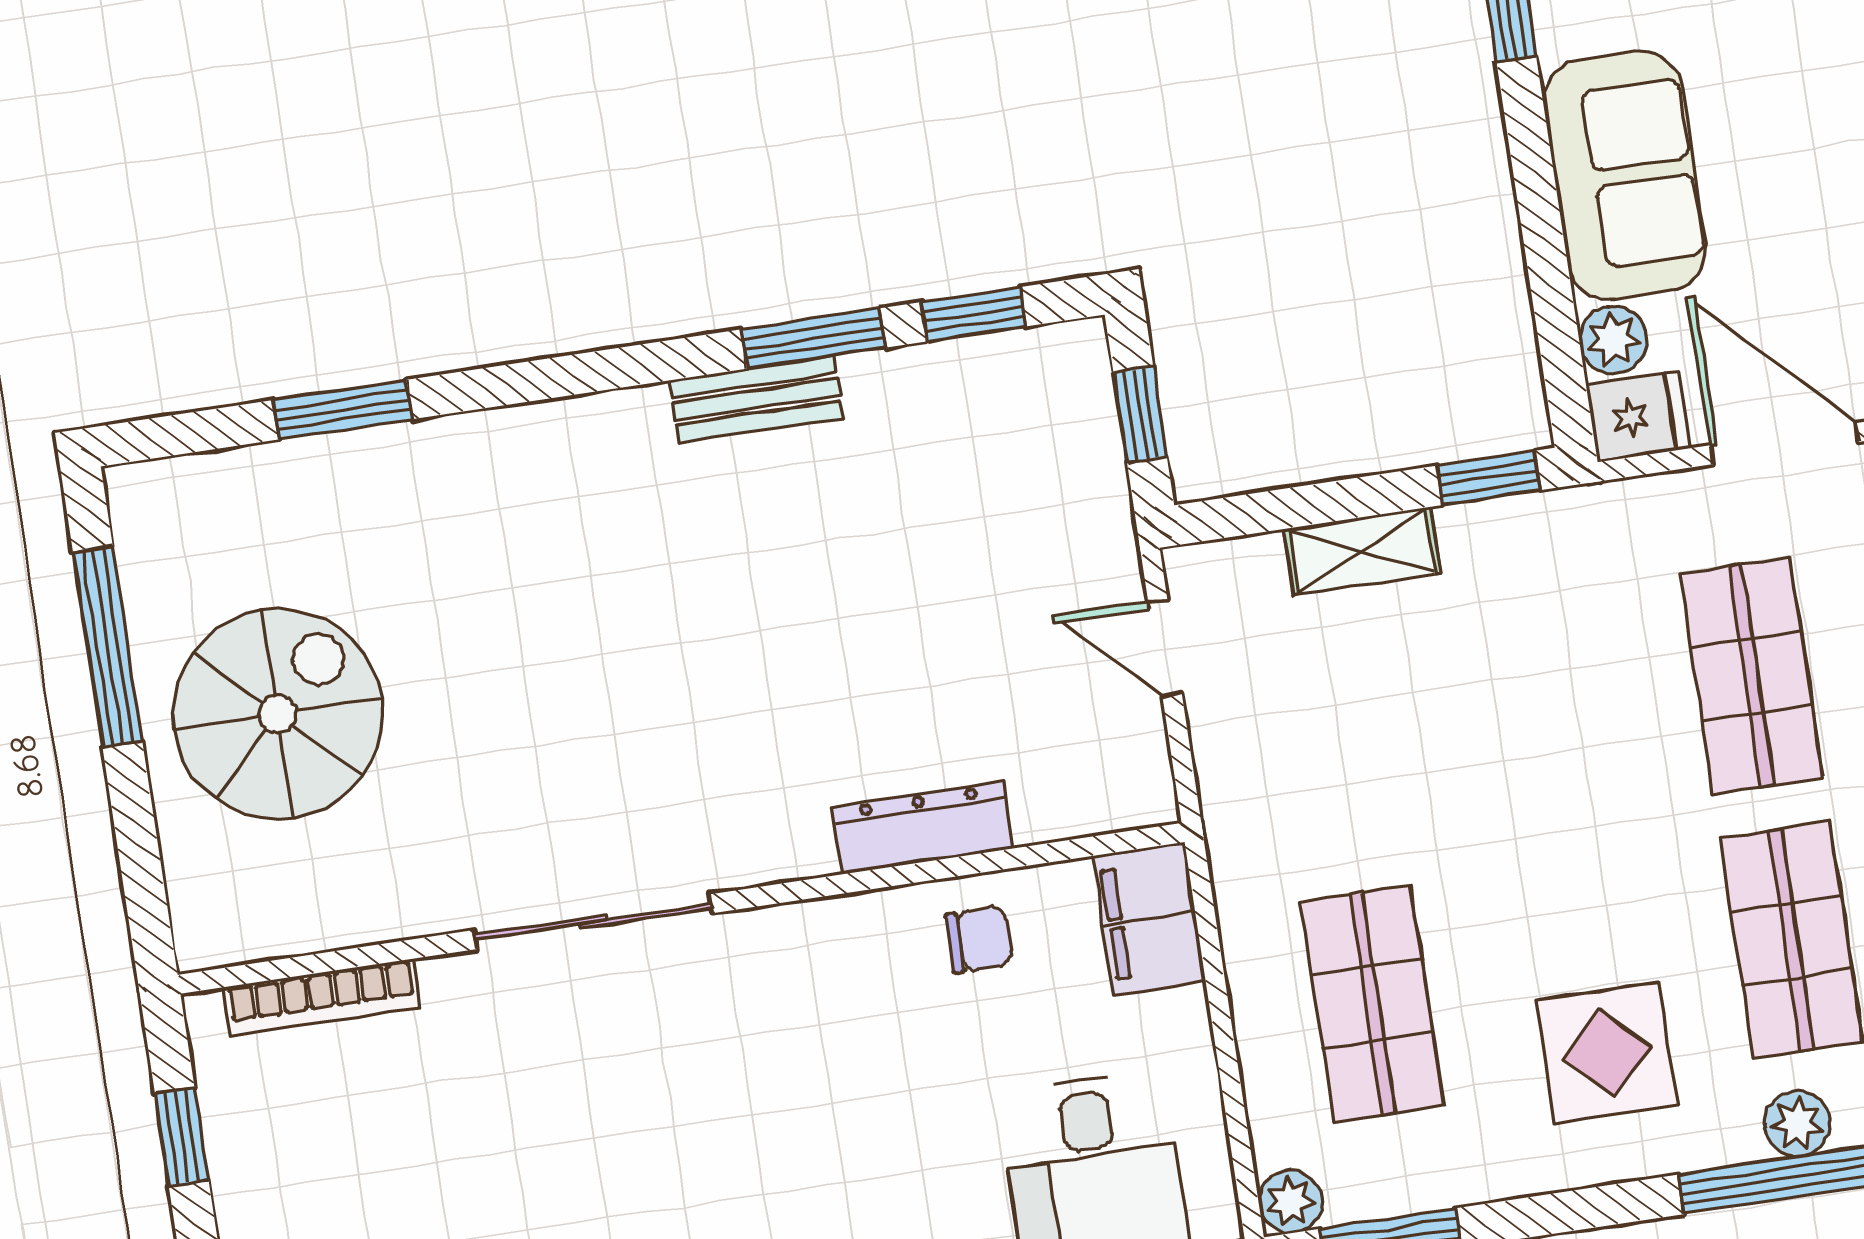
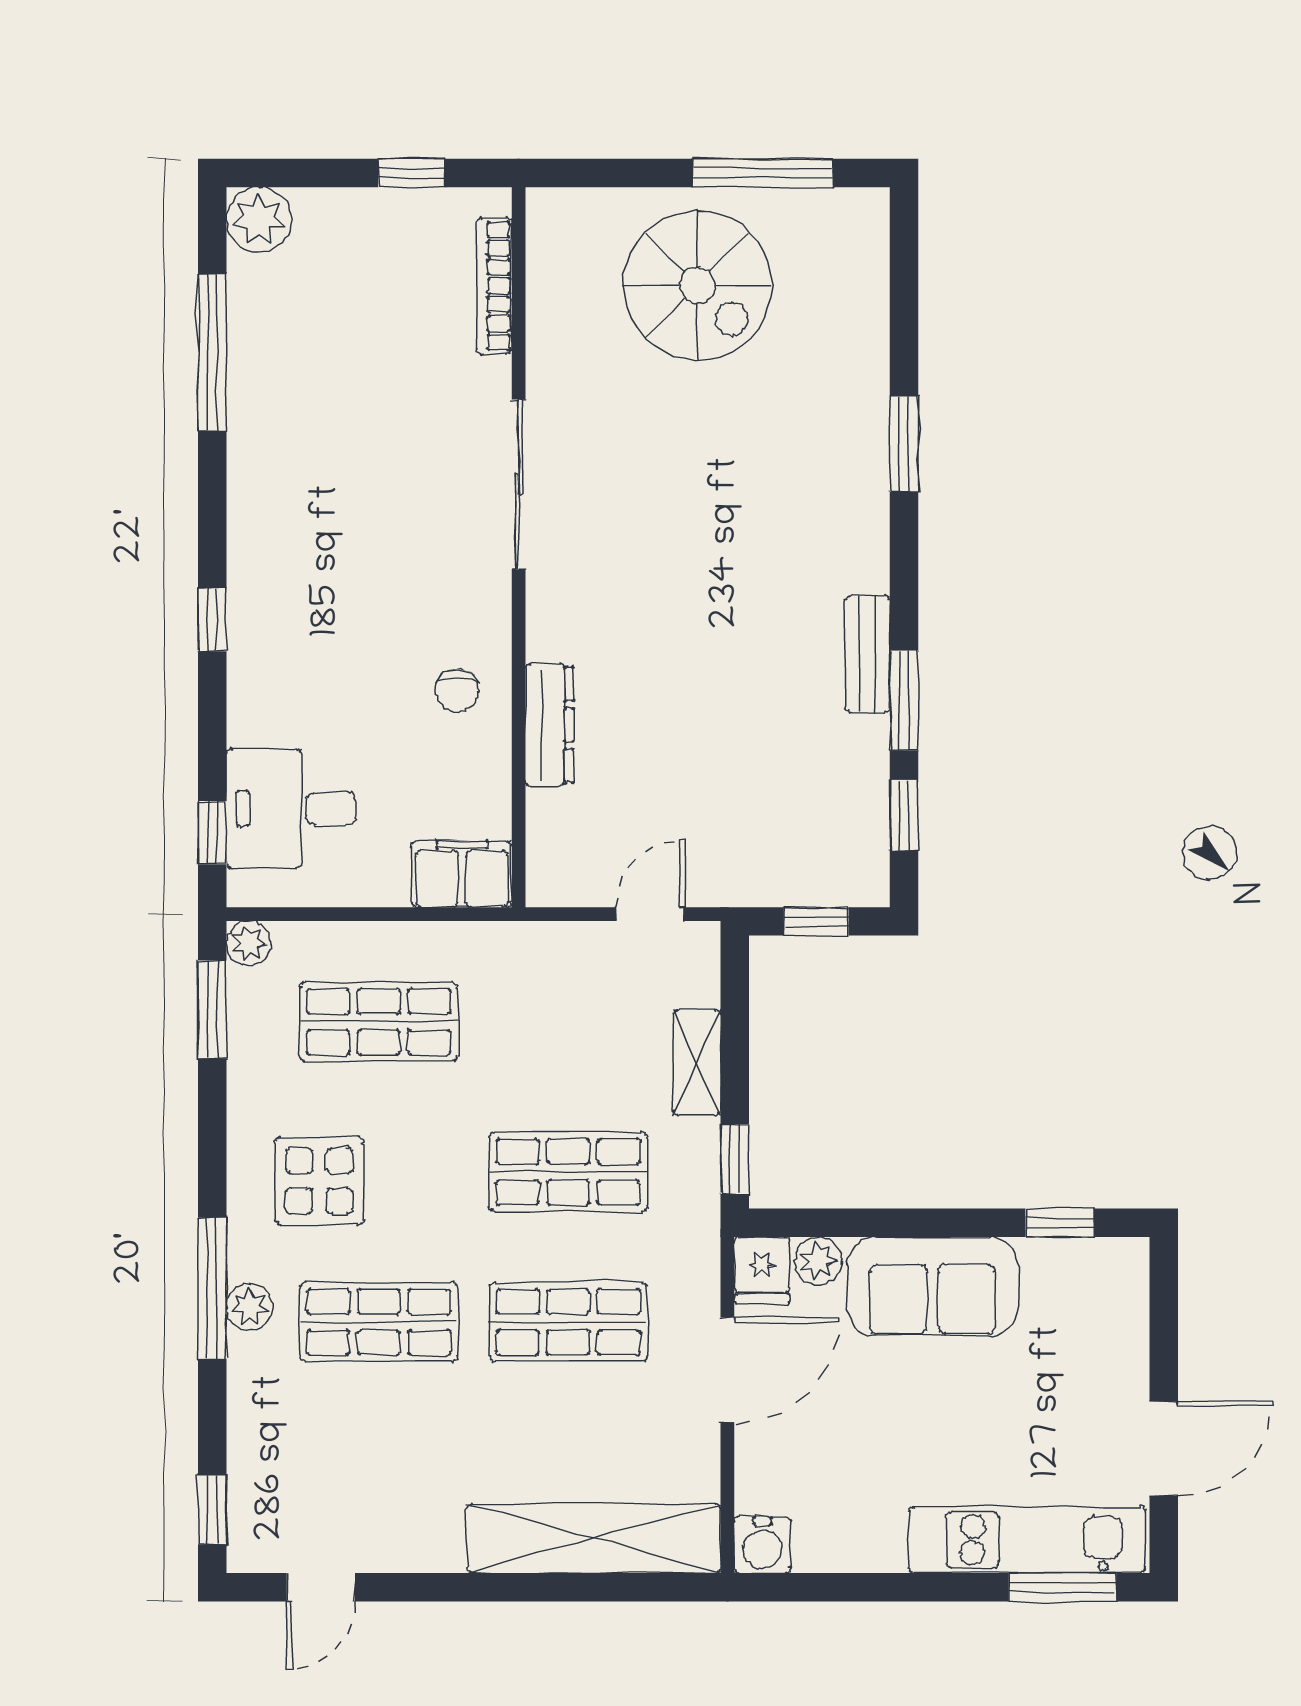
window: (343, 410) -> (904, 444), moved
shop shelf: (1542, 707) -> (568, 1172), added
chair: (979, 940) -> (457, 690), moved

